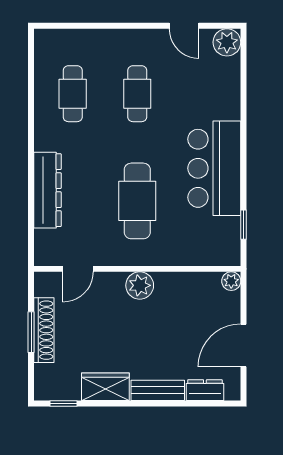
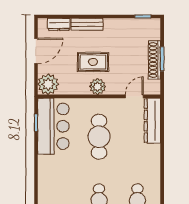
bar counter: (214, 168) -> (53, 126), moved
dresser: (47, 190) -> (152, 121), moved
plant: (231, 281) -> (48, 84), width x1.88, depth x1.88
rug: (147, 327) -> (93, 62), added
wardrobe: (105, 387) -> (118, 26), removed

